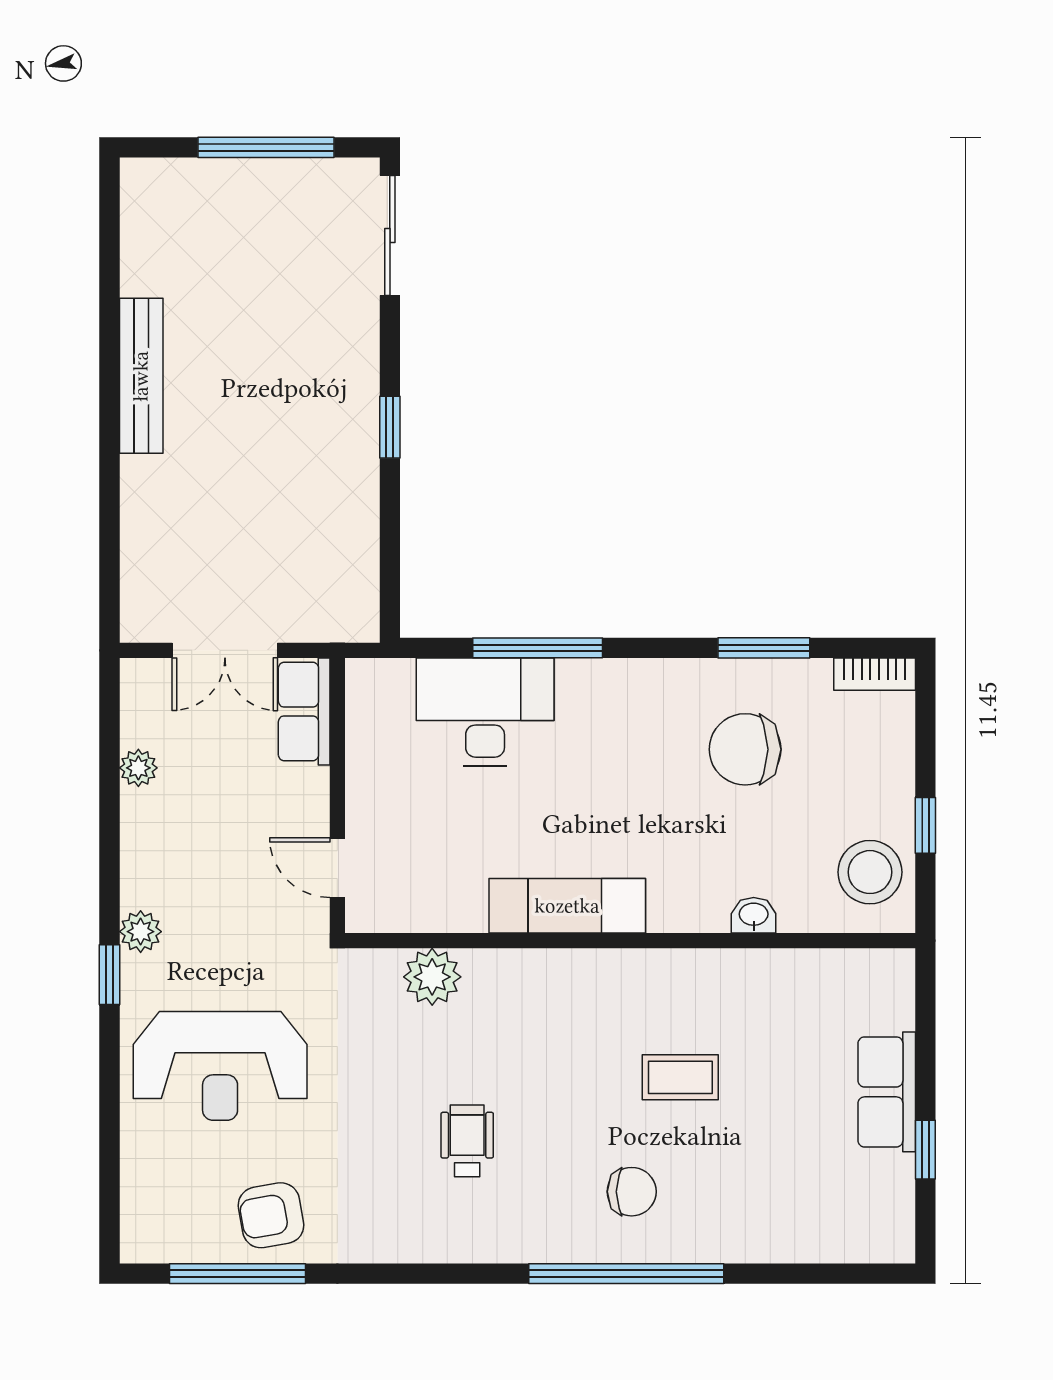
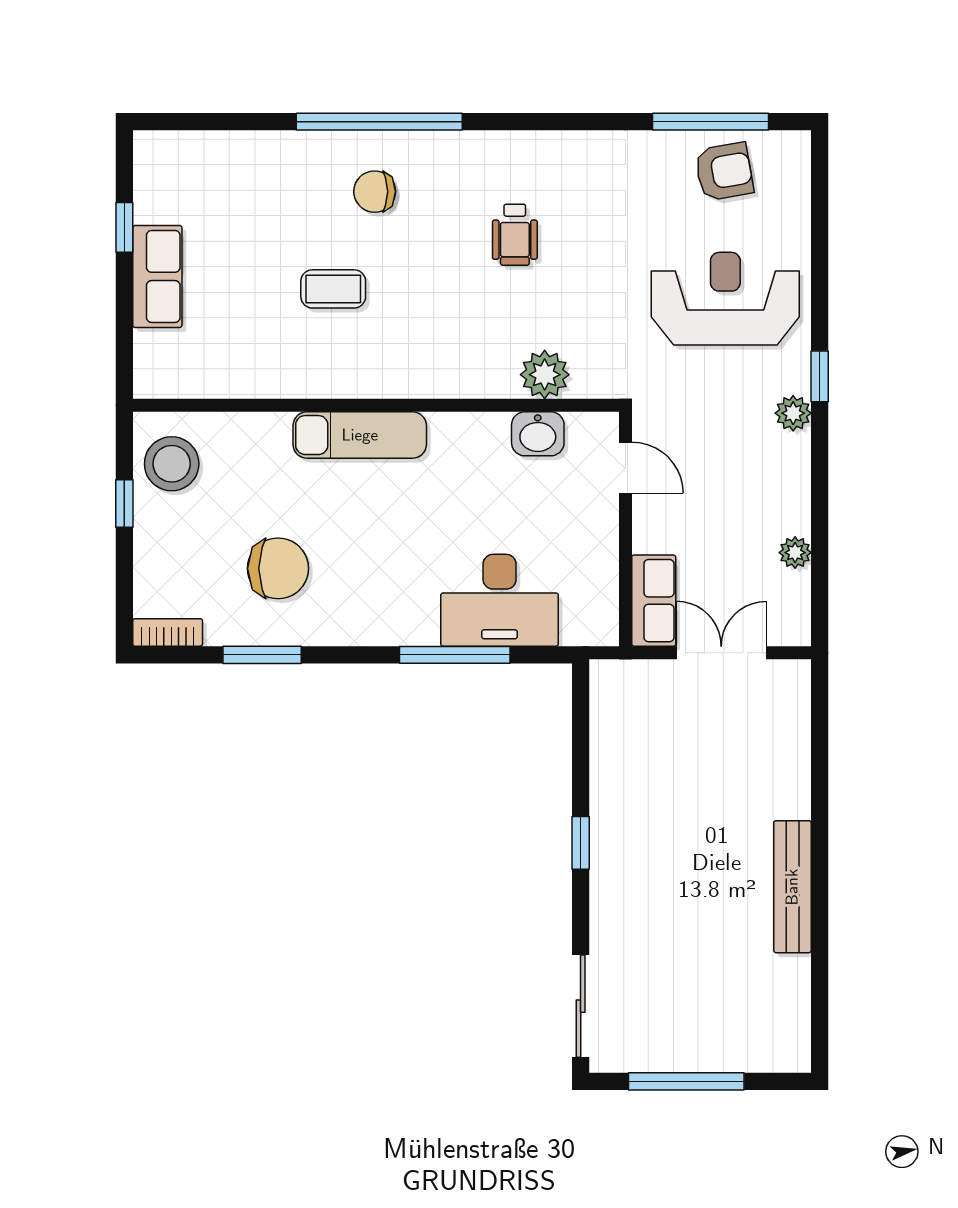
exam couch: (567, 906) -> (360, 435), moved
washbasin: (754, 915) -> (538, 434), moved, width x1.38, depth x1.45
armchair: (271, 1215) -> (724, 172), moved

